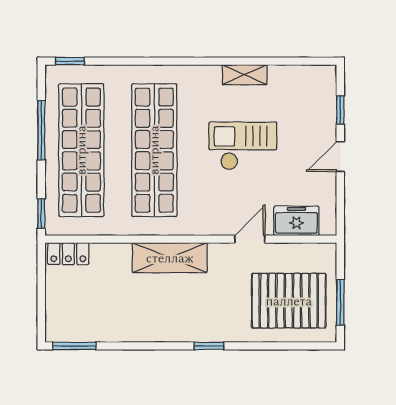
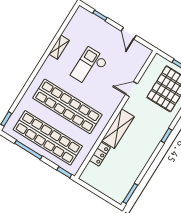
door: (340, 157) -> (129, 33), moved
freezer: (297, 221) -> (136, 64), removed
door: (250, 239) -> (131, 89), hinge flipped
locker: (68, 254) -> (100, 154), moved

